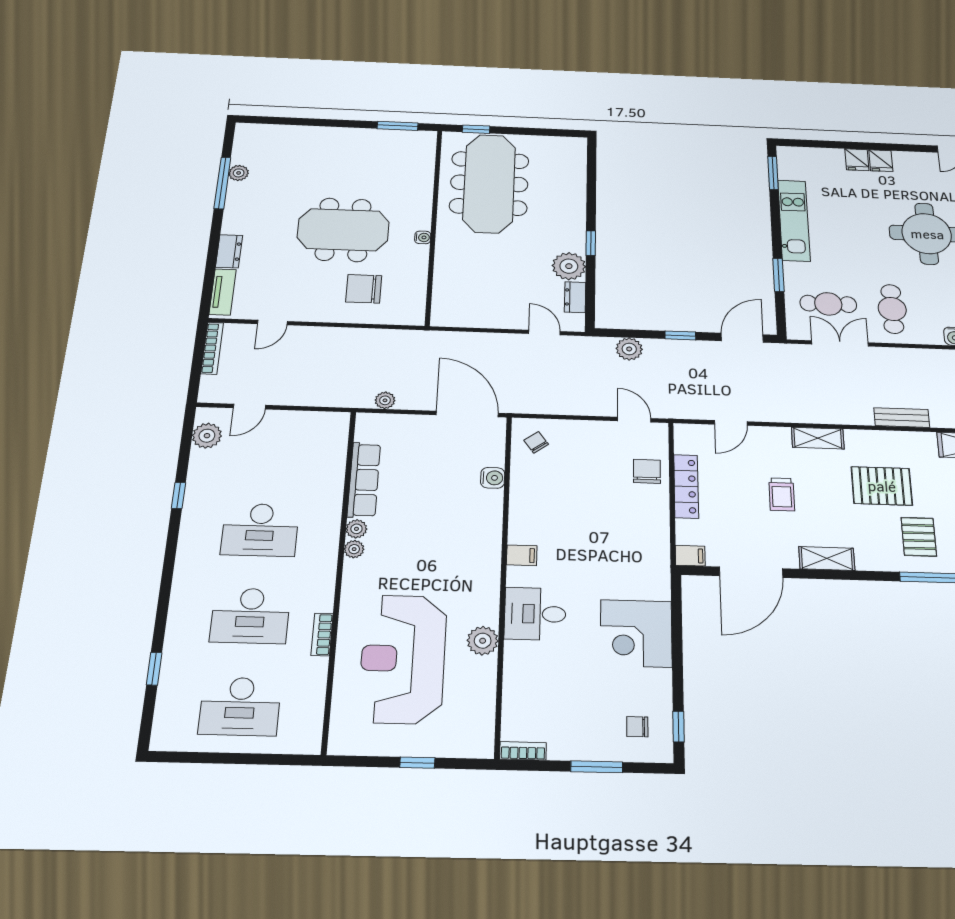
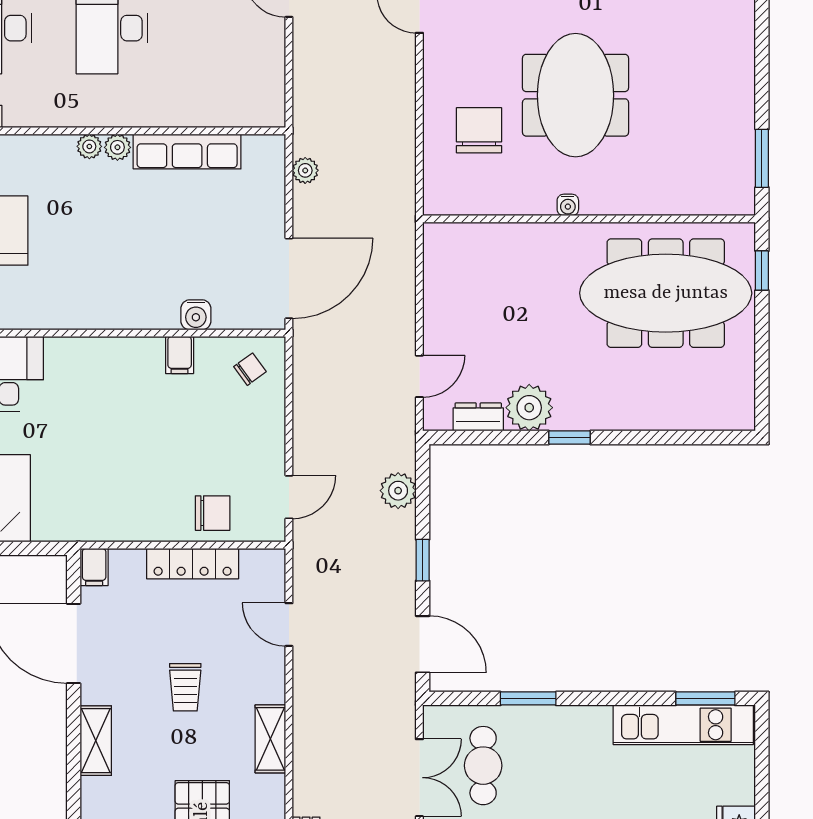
kitchen unit: (794, 220) -> (683, 725), moved
trolley: (782, 494) -> (185, 687), turned -90
filing cabinet: (522, 555) -> (180, 355), moved

